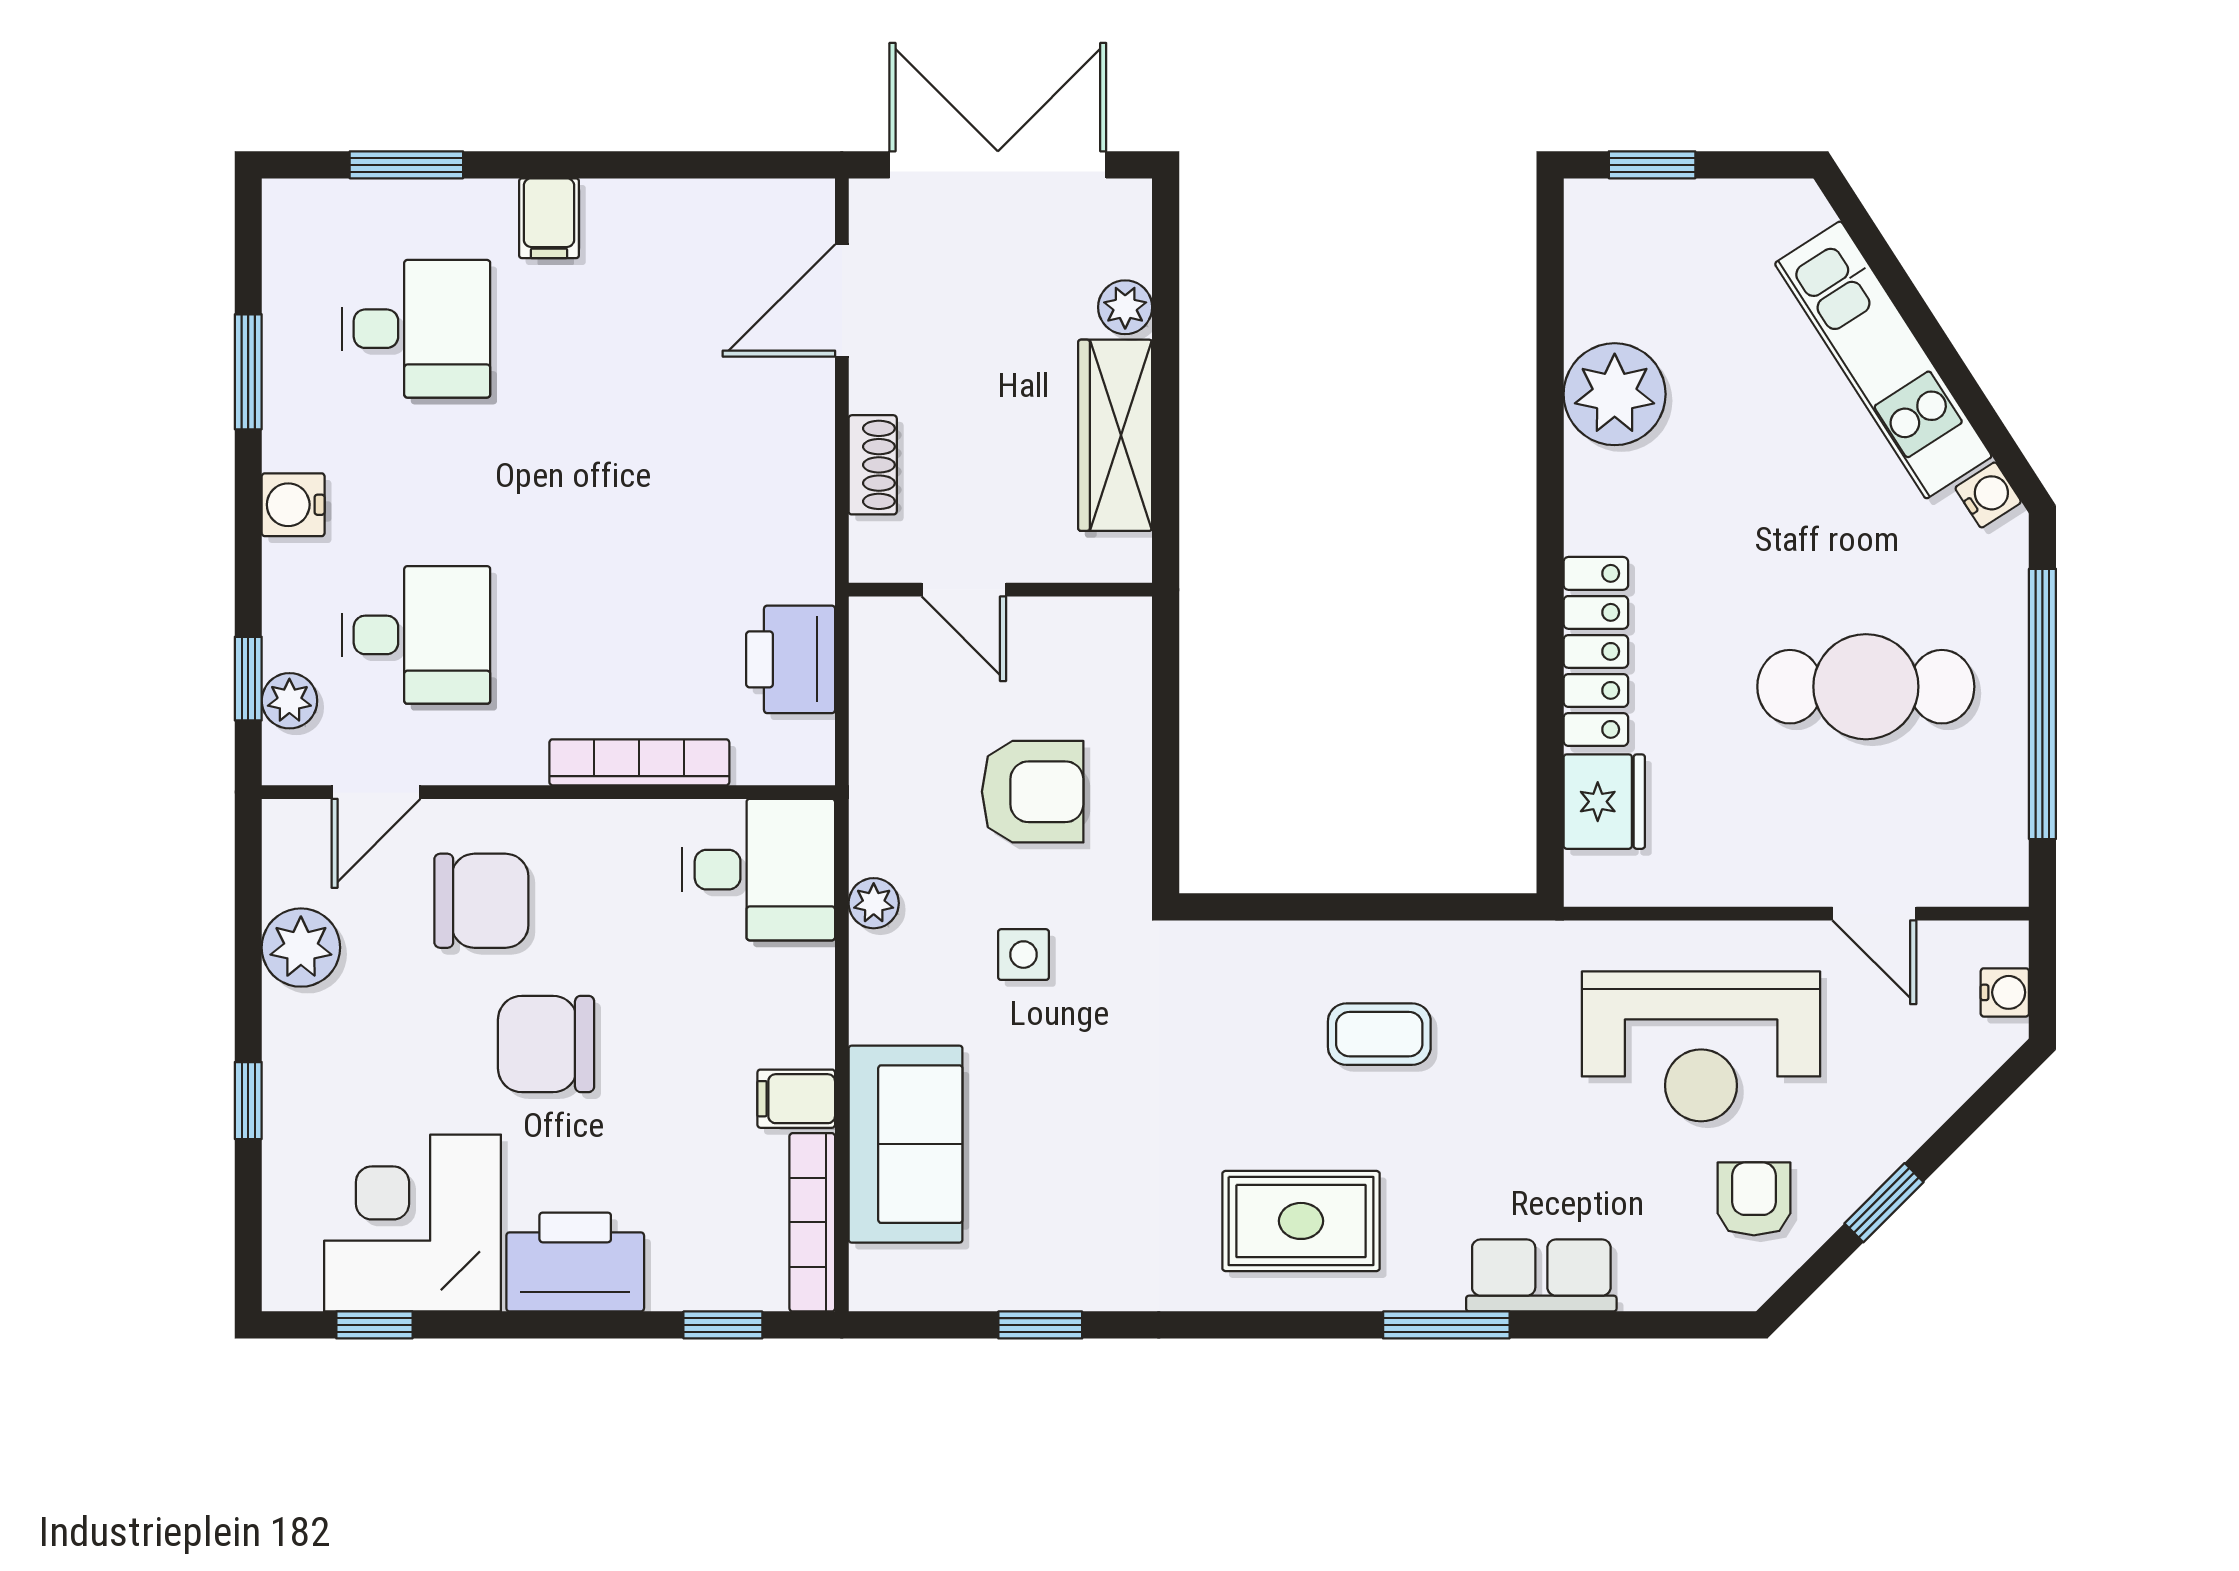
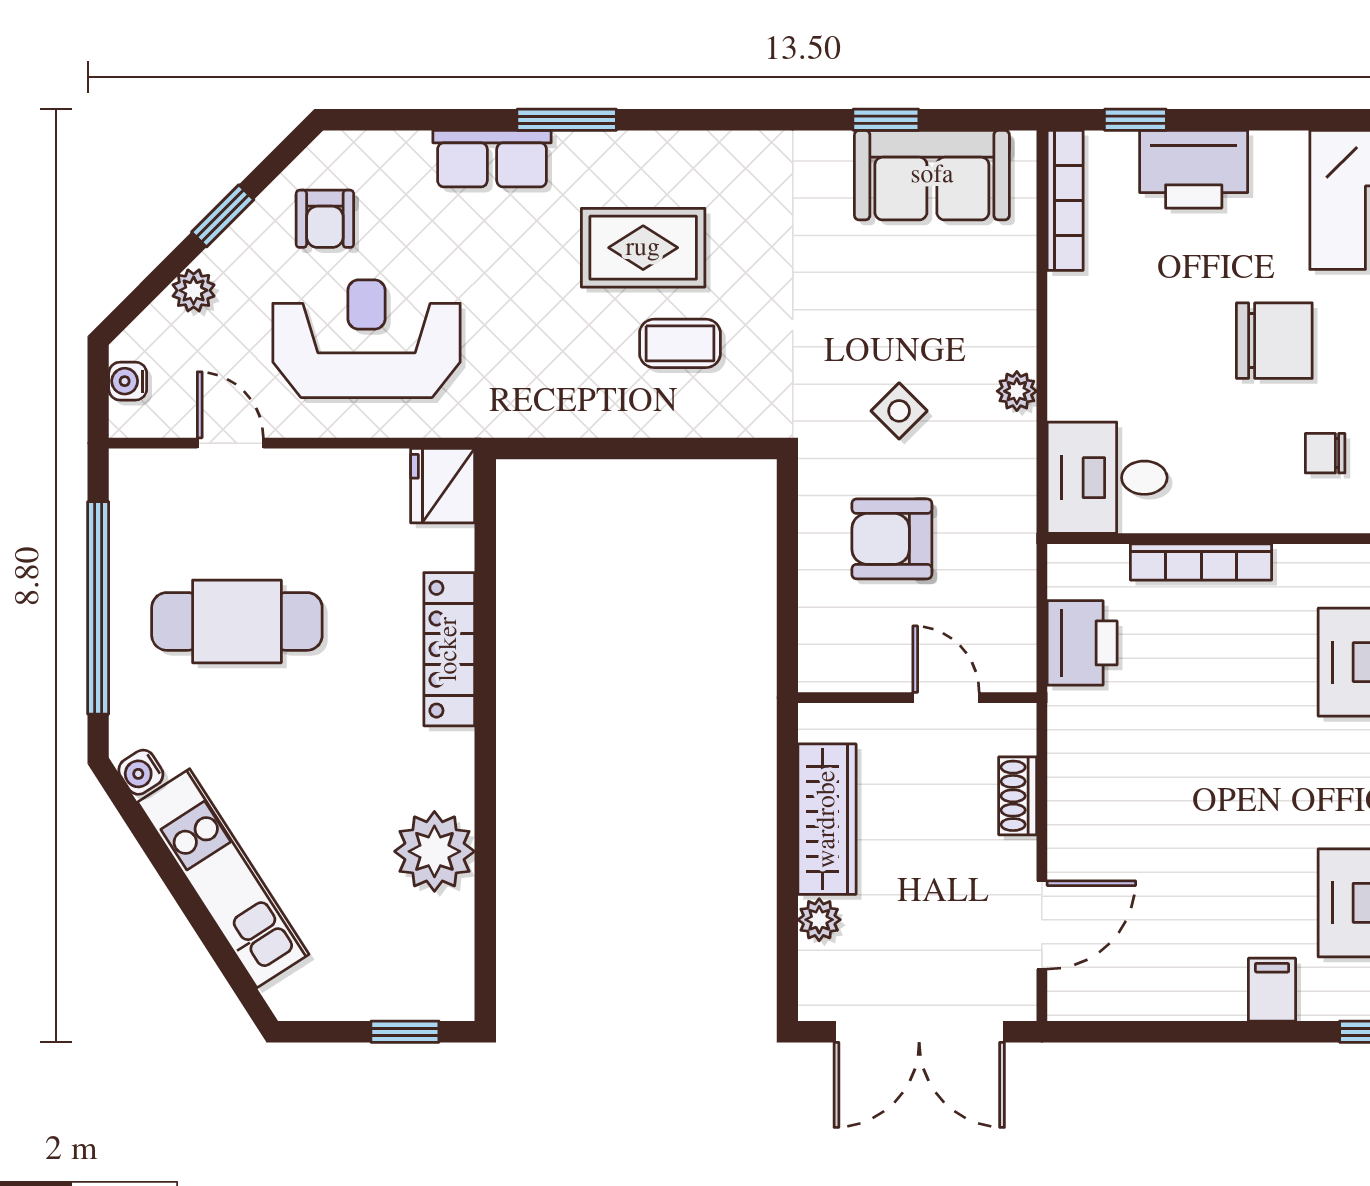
fridge: (1604, 802) -> (443, 486), moved
chair: (481, 901) -> (1325, 453), width x0.54, depth x0.54
plant: (874, 903) -> (1017, 391), moved
side table: (1023, 955) -> (899, 411), turned 45
coffee table: (1379, 1034) -> (680, 343), moved
filing cabinet: (796, 1099) -> (1078, 298), removed
plant: (1921, 1108) -> (194, 290), added
sofa: (906, 1144) -> (932, 175), moved, turned -90
rug: (1301, 1221) -> (643, 248), moved
printer: (575, 1262) -> (1194, 169), moved

